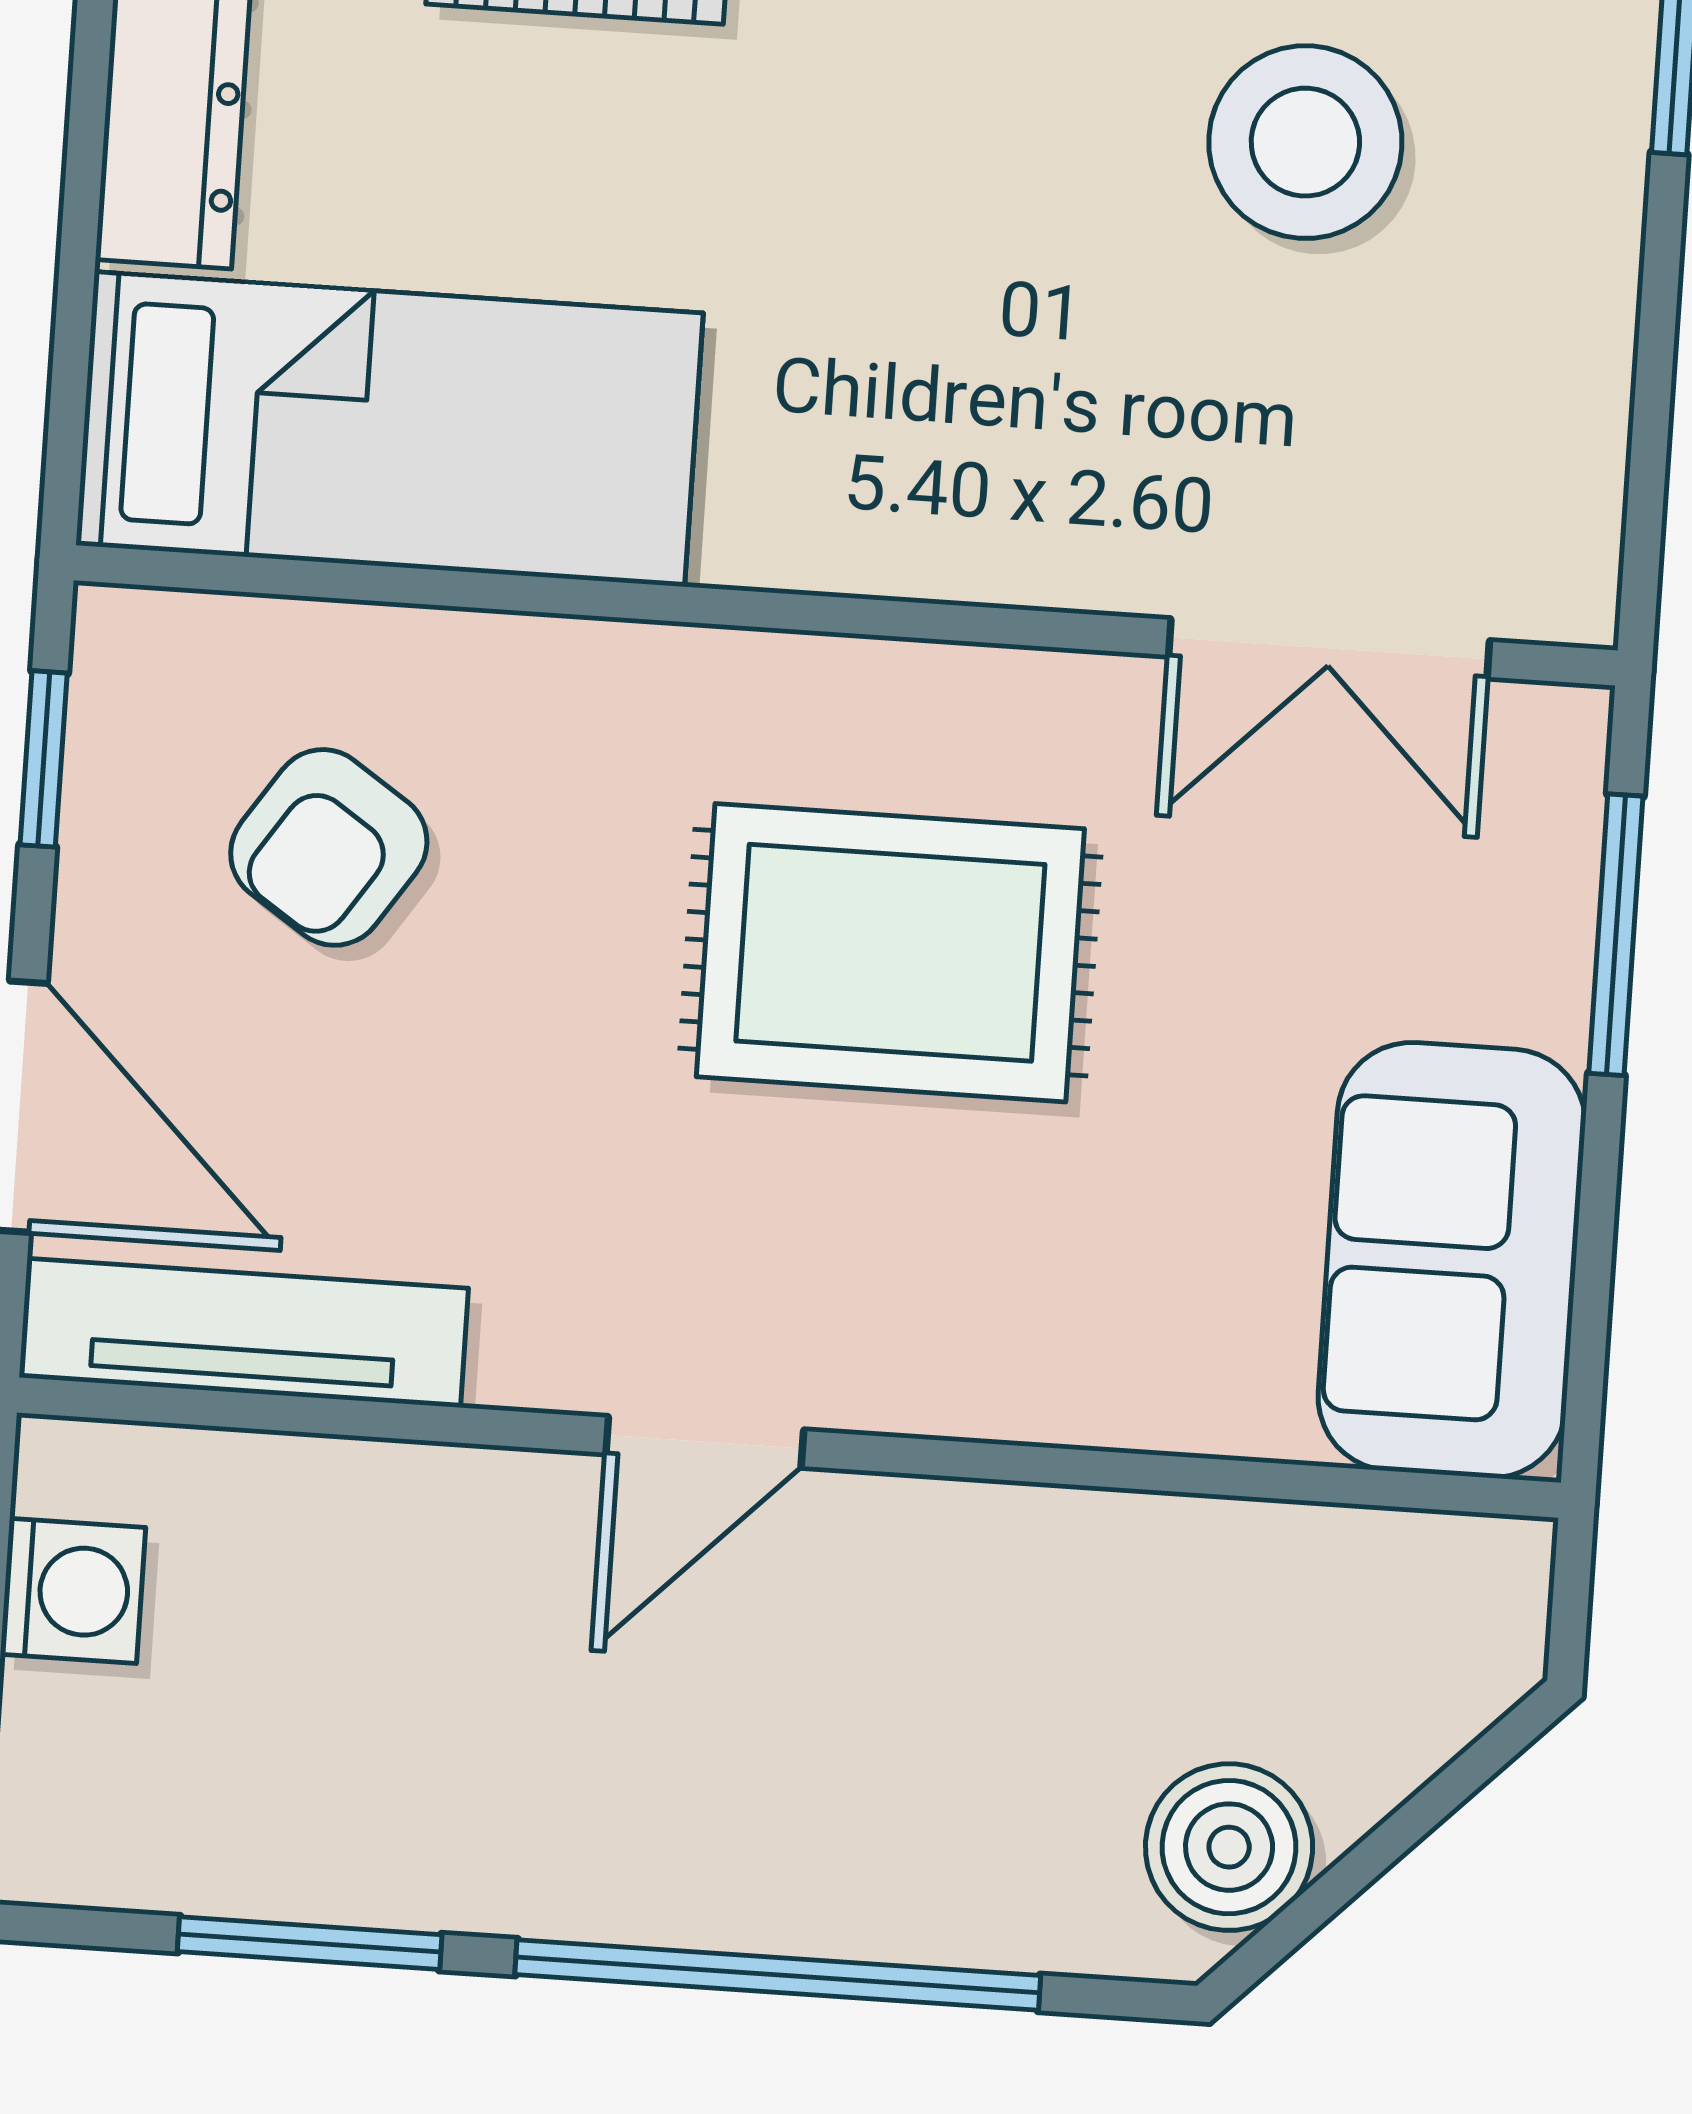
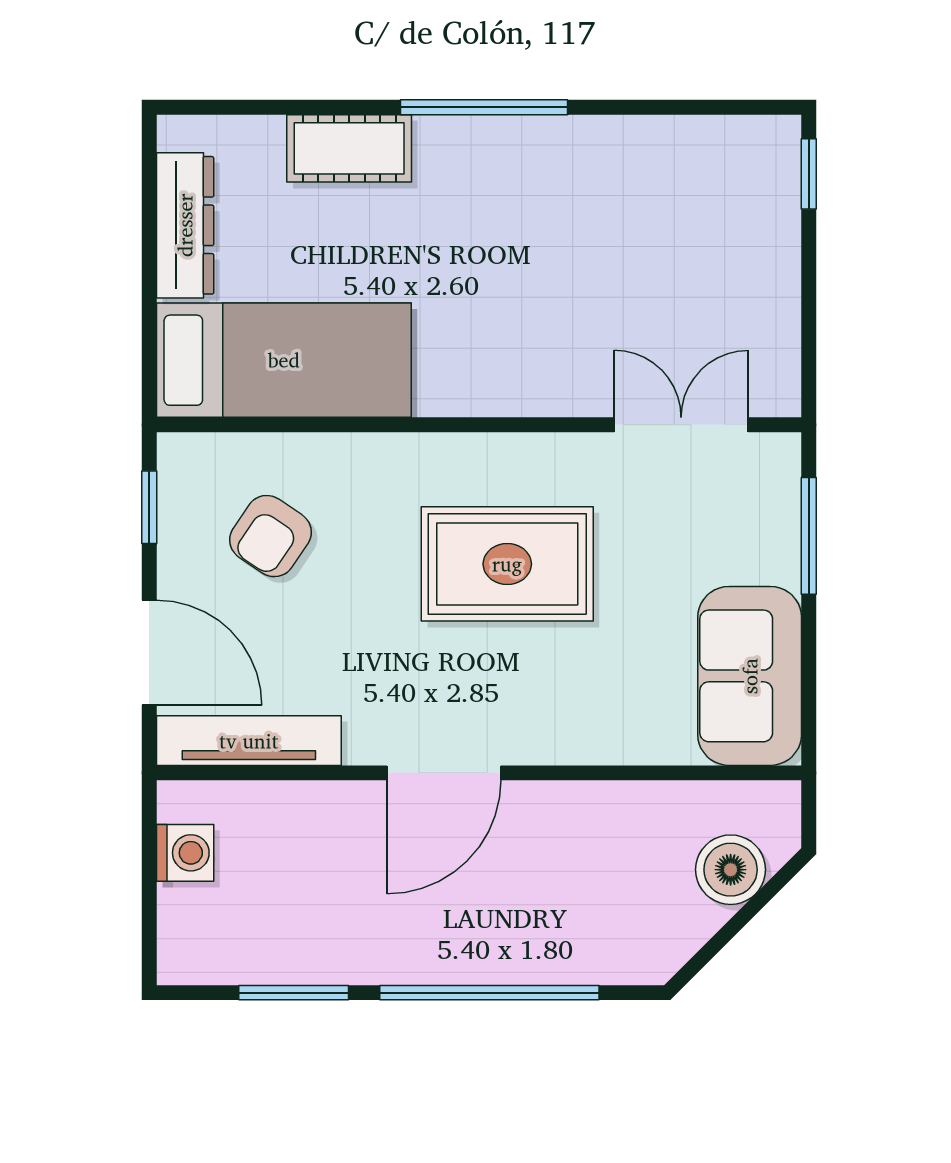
stool: (1305, 142) -> (657, 215), removed
double door: (1329, 648) -> (681, 425), swing flipped
door: (705, 1442) -> (444, 773), width x1.38
boiler: (1229, 1847) -> (731, 870), moved

